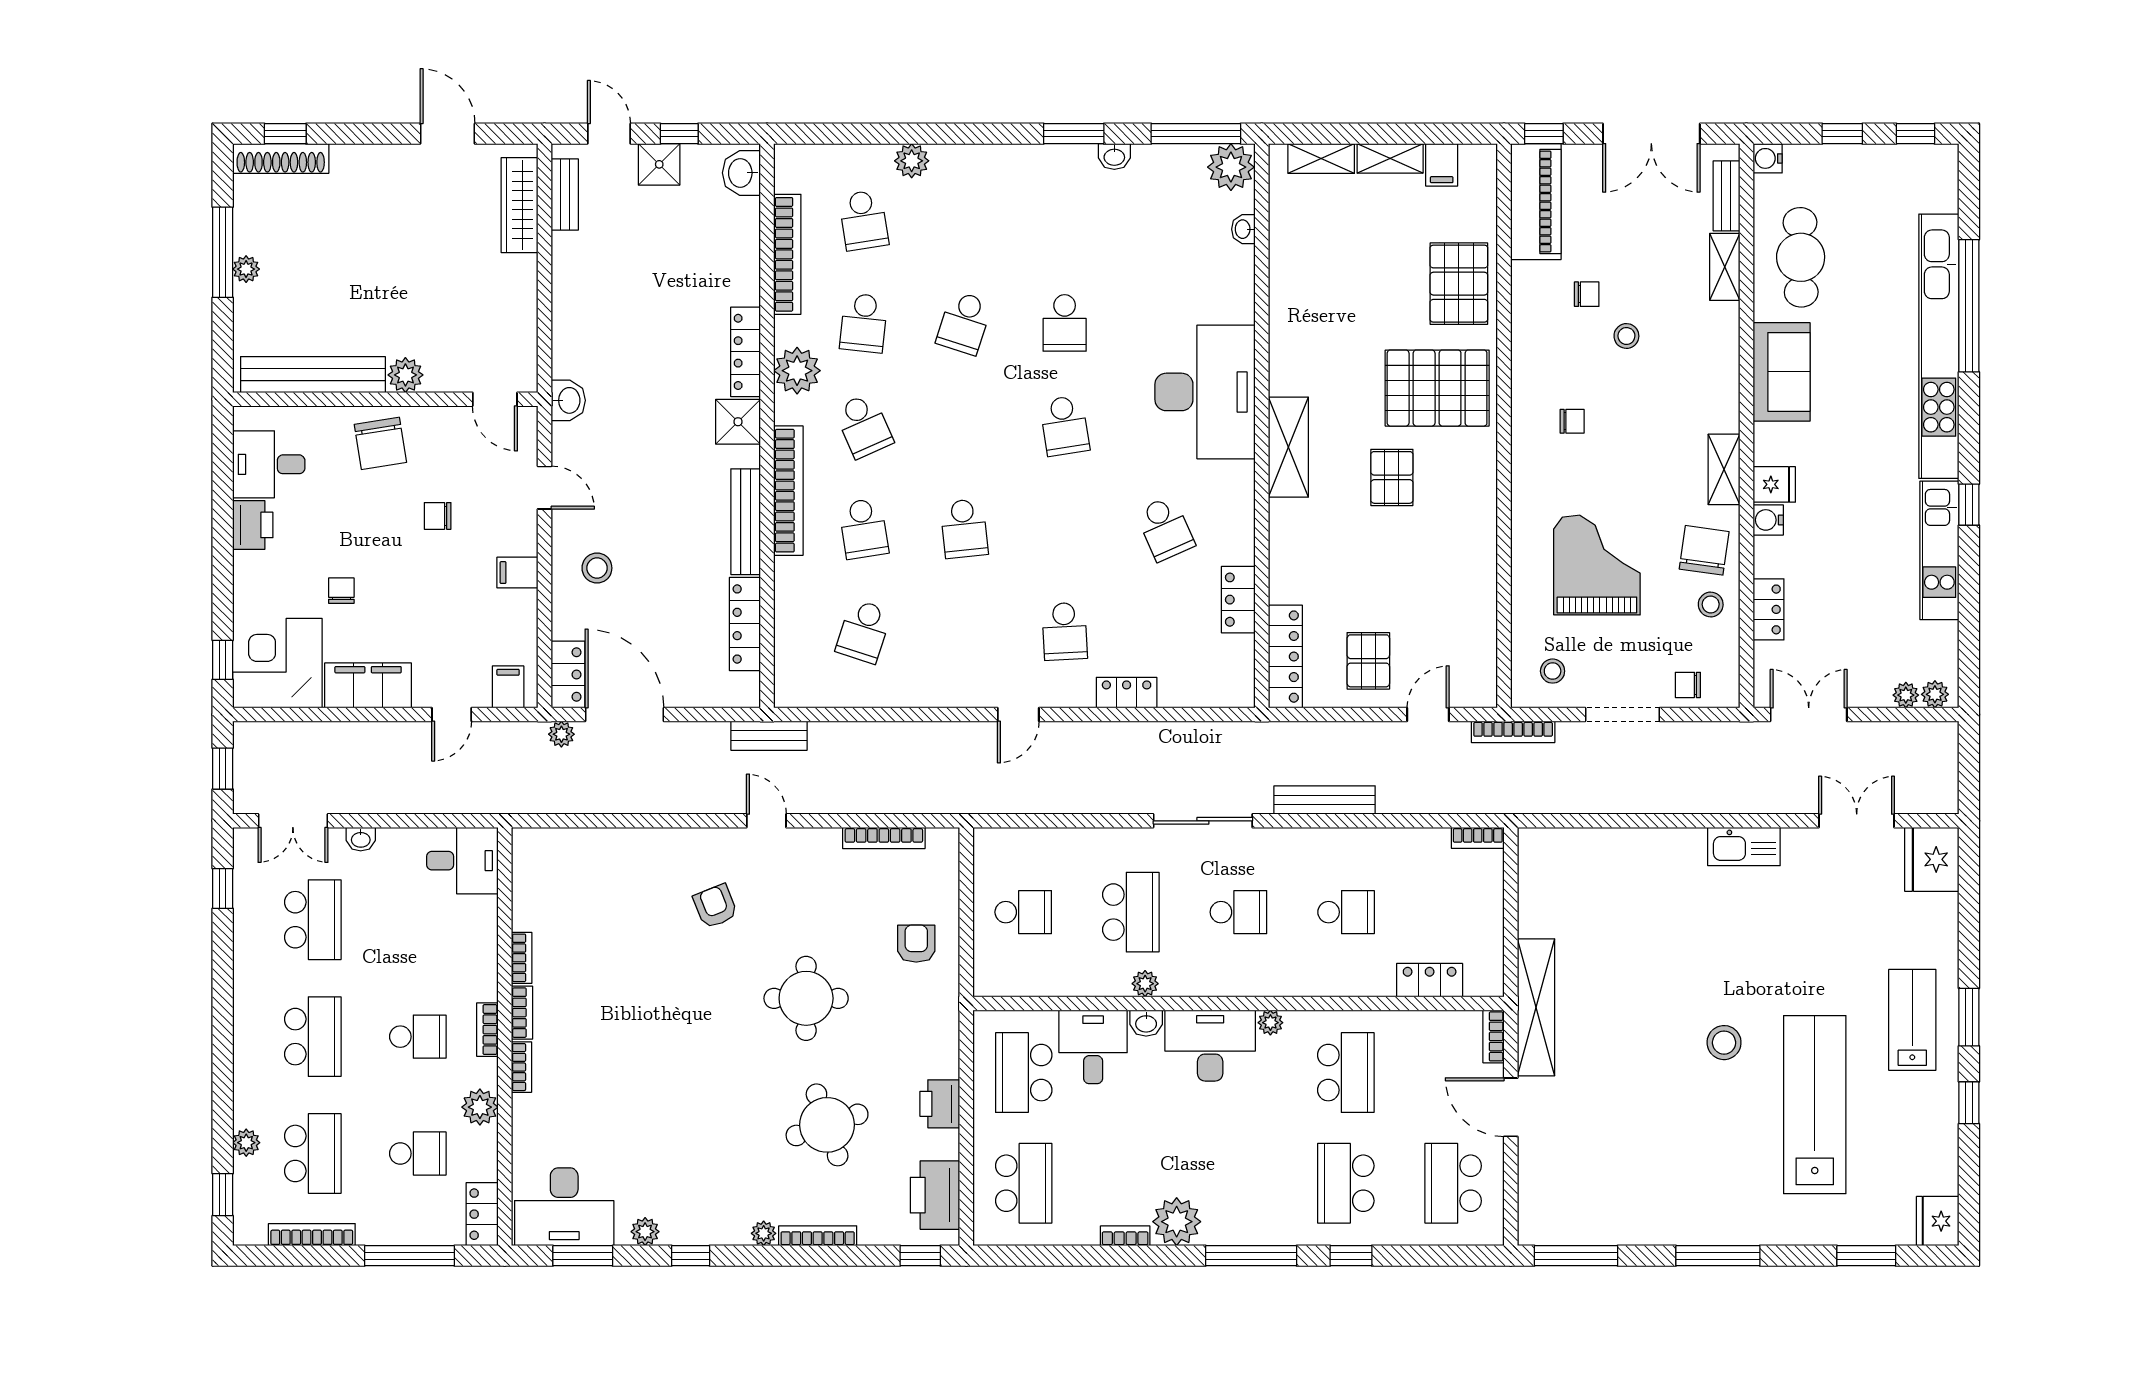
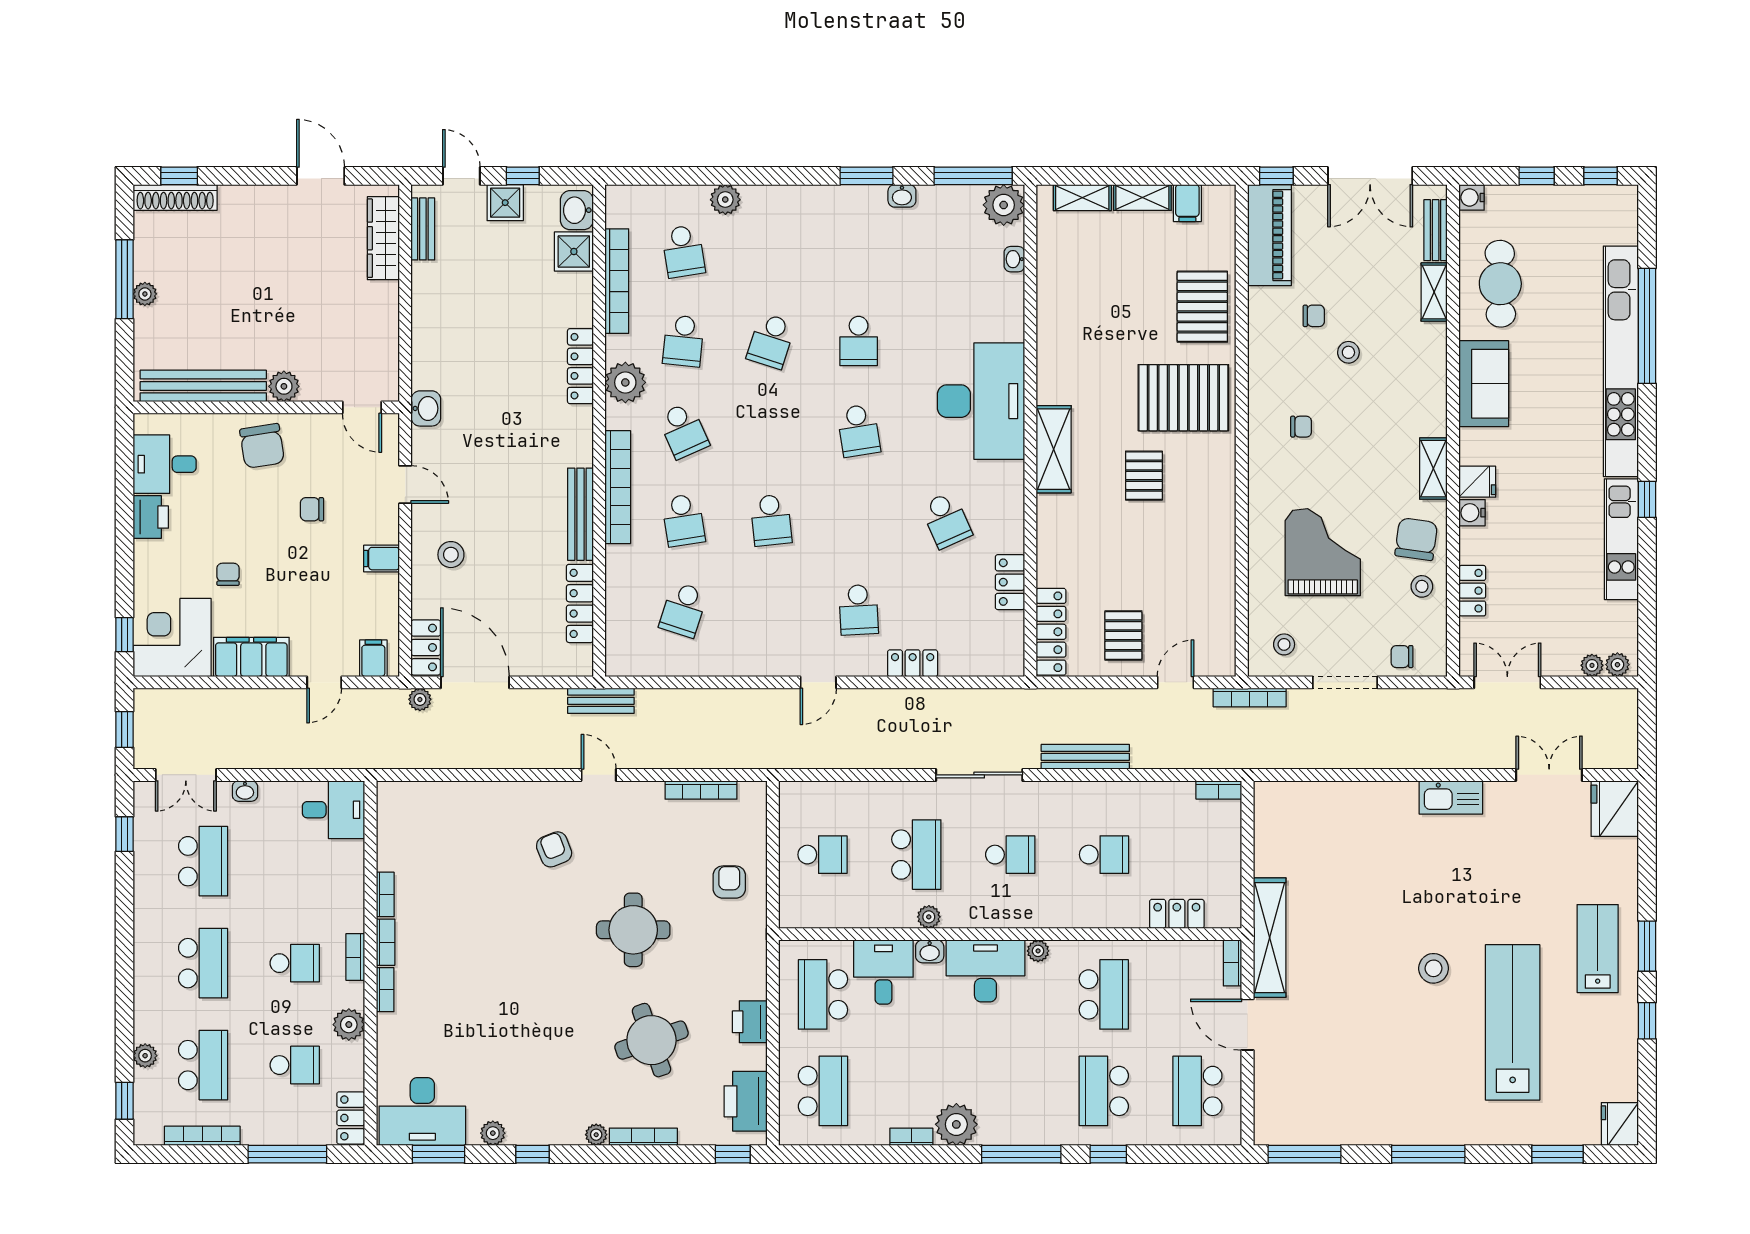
shower: (738, 422) -> (574, 252), moved

